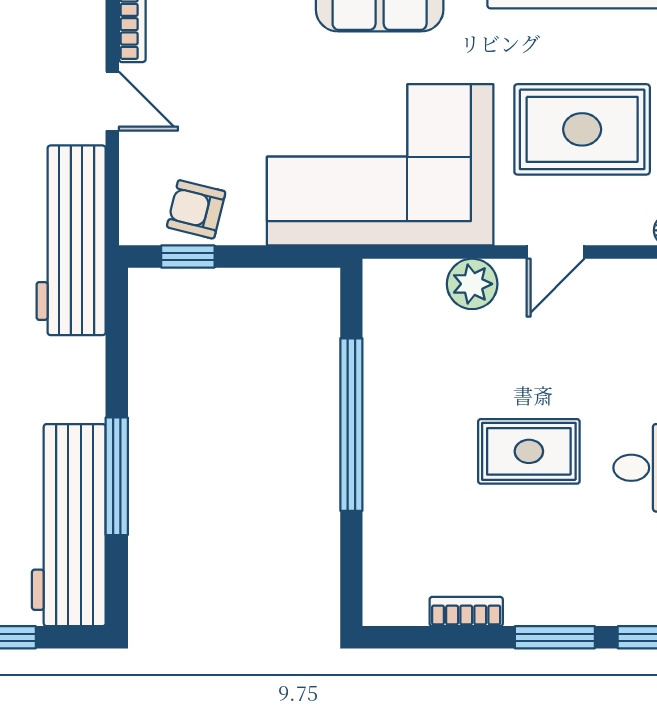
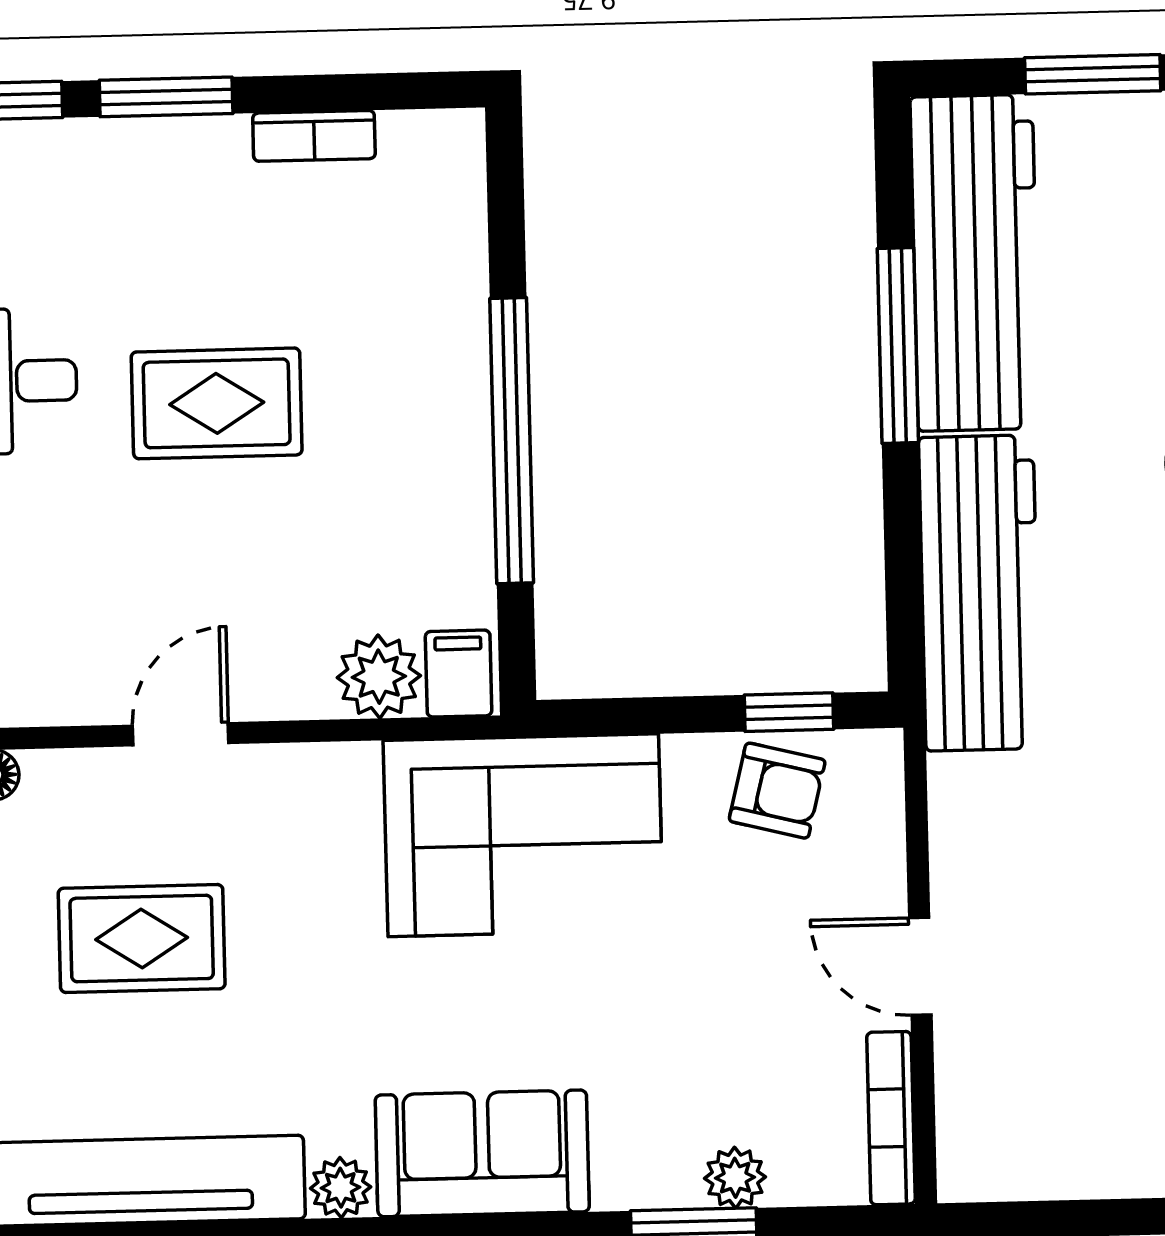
rug: (582, 129) -> (142, 938), width x0.73, depth x0.70
corner sofa: (380, 165) -> (523, 835), width x0.73, depth x0.74
workbench: (71, 240) -> (979, 593), moved
plant: (472, 284) -> (379, 677), moved
filing cabinet: (387, 285) -> (459, 674), added

